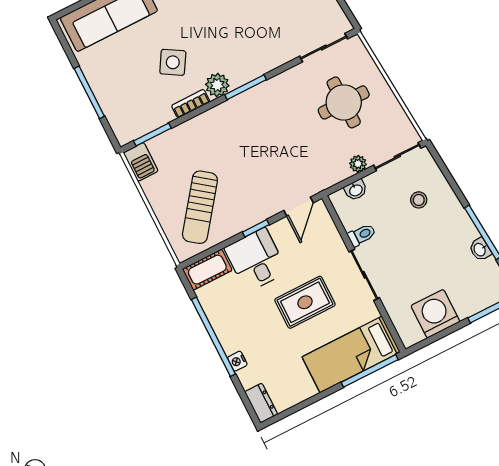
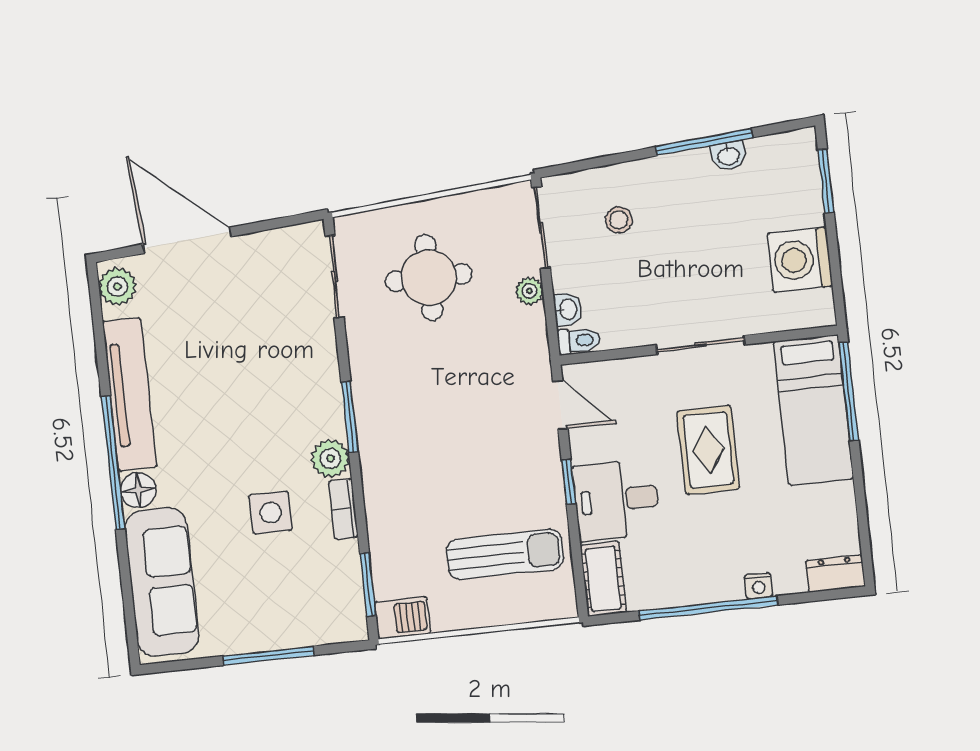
side table: (173, 62) -> (271, 513), turned -31
sun lounger: (200, 207) -> (505, 554), turned -37
toilet: (362, 235) -> (579, 341), moved, turned 90

